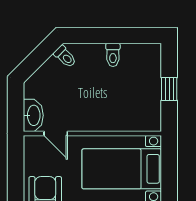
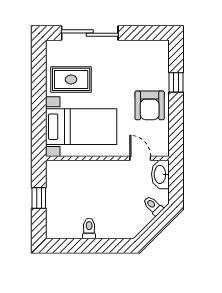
toilet: (65, 57) -> (153, 206), moved

